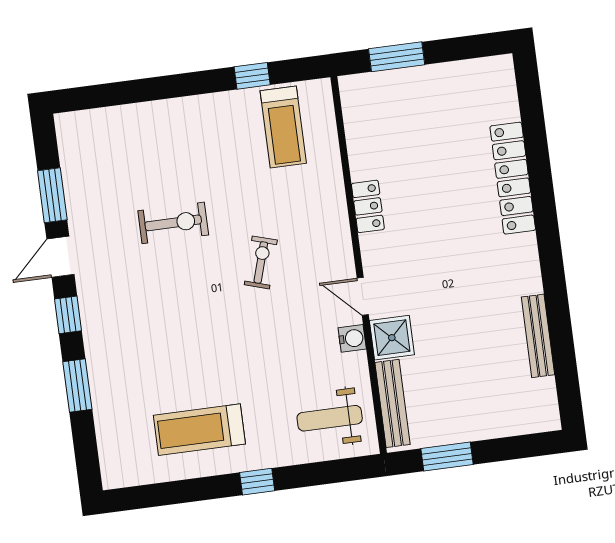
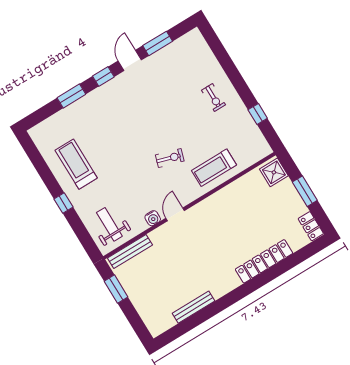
window: (397, 57) -> (305, 191), moved
treadmill: (283, 127) -> (214, 168), moved
locker: (368, 206) -> (311, 226), moved, turned 90
exercise bike: (173, 223) -> (214, 98), moved, width x0.73, depth x0.72
door: (60, 257) -> (130, 60), hinge flipped
shower: (392, 338) -> (274, 172), moved

